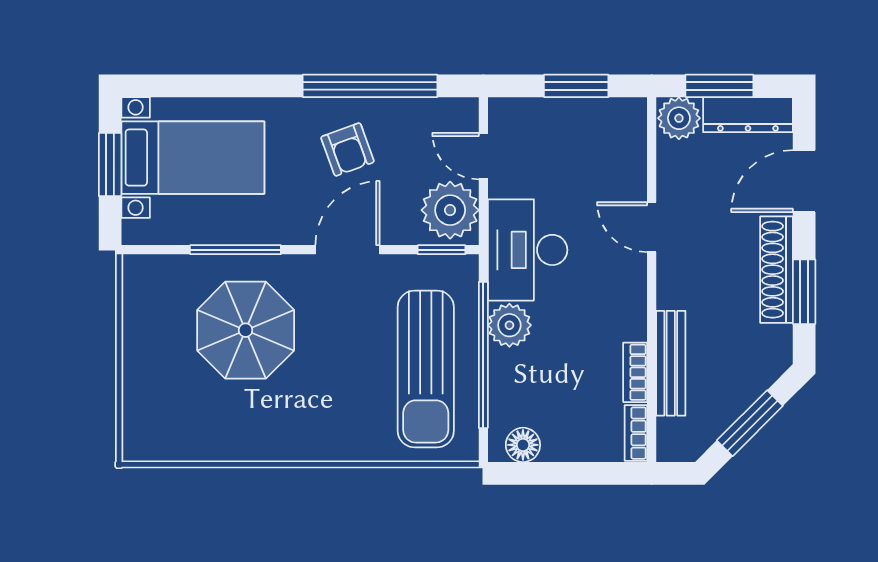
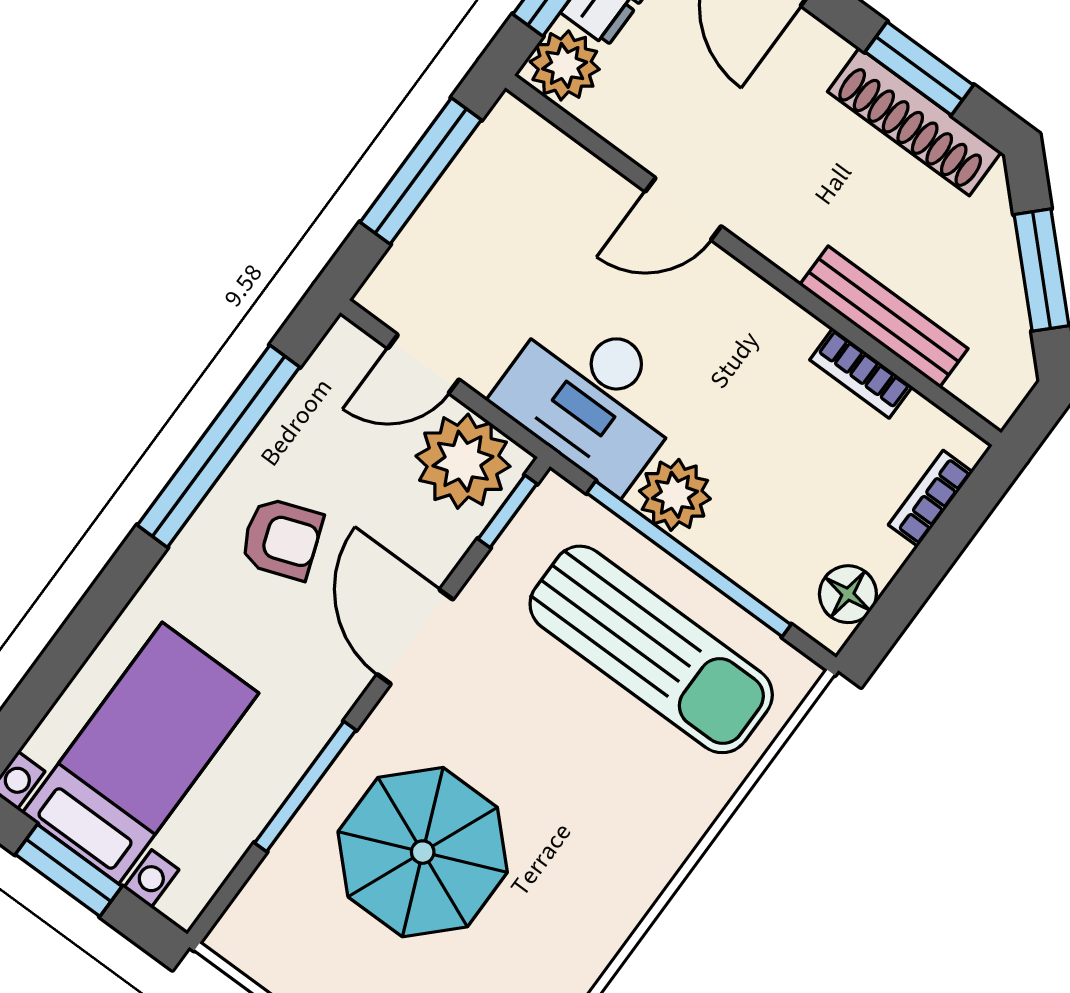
window: (576, 86) -> (421, 171), width x1.44
shoe rack: (776, 270) -> (914, 122), moved
bookcase: (636, 433) -> (931, 498), moved, turned 90

